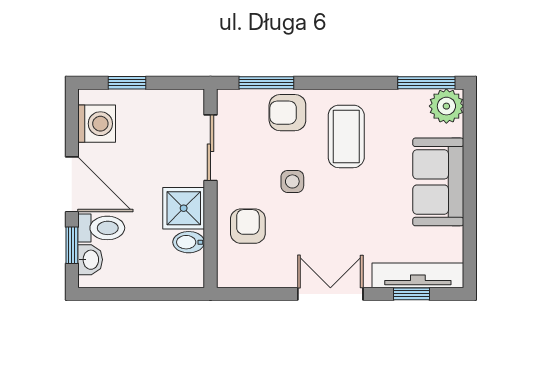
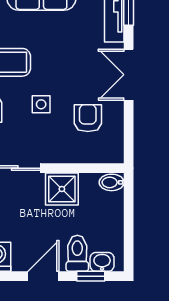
door: (72, 184) -> (43, 276), width x0.73
armchair: (248, 226) -> (88, 118), moved, turned 90
bidet: (189, 242) -> (112, 182), moved, turned 90

